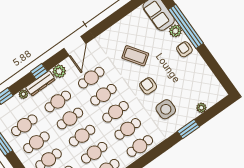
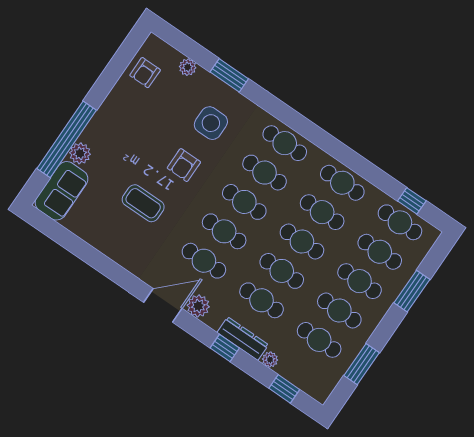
armchair: (184, 49) -> (145, 73), moved
coffee table: (135, 56) -> (143, 203), turned -55
plant: (59, 71) -> (198, 306), moved

